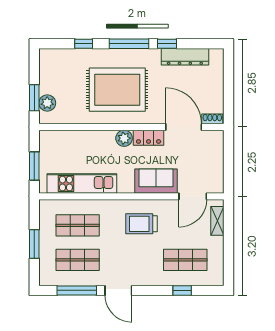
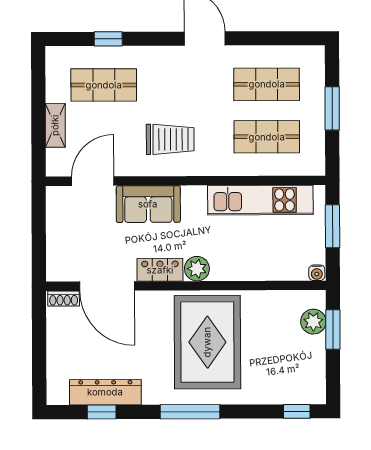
window: (84, 44) -> (297, 411), moved
window: (167, 44) -> (102, 412), moved
rug: (117, 90) -> (207, 342), turned 90
water cooler: (45, 135) -> (317, 273), added
shelving: (217, 221) -> (55, 125), moved
window: (77, 290) -> (268, 38), removed

